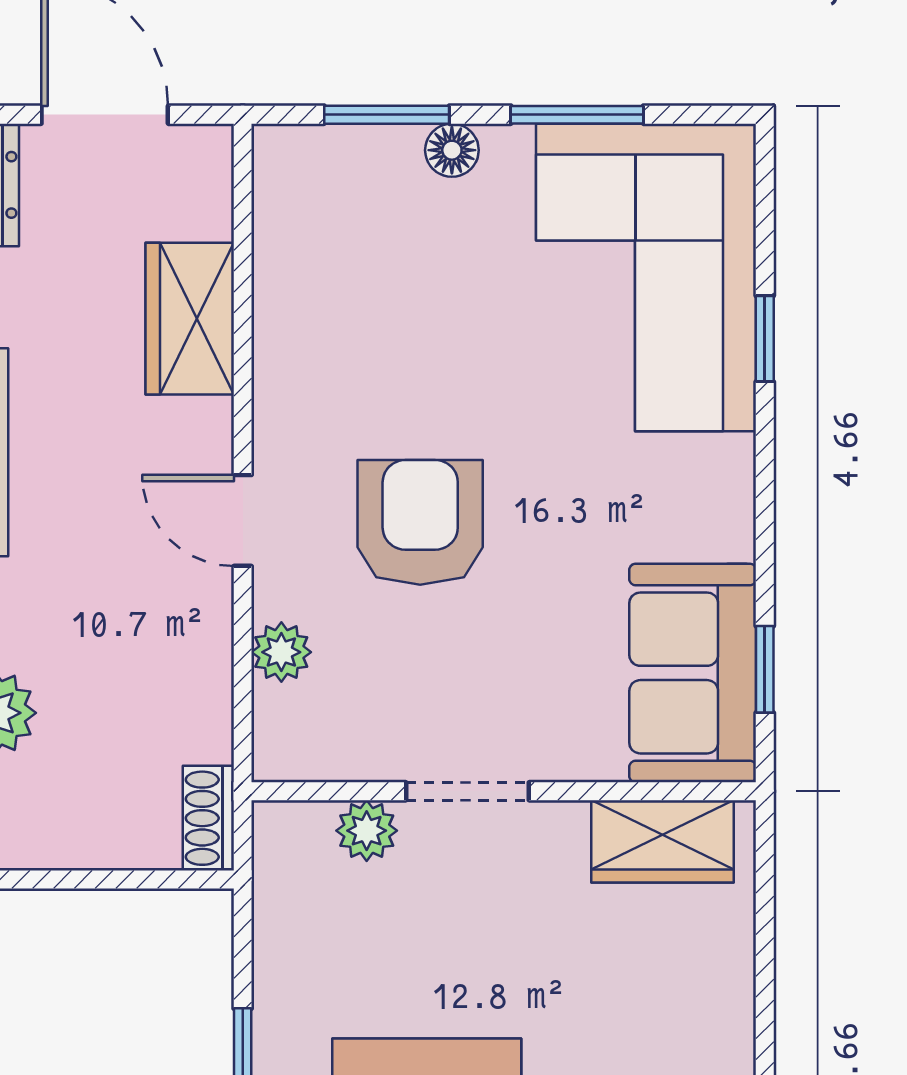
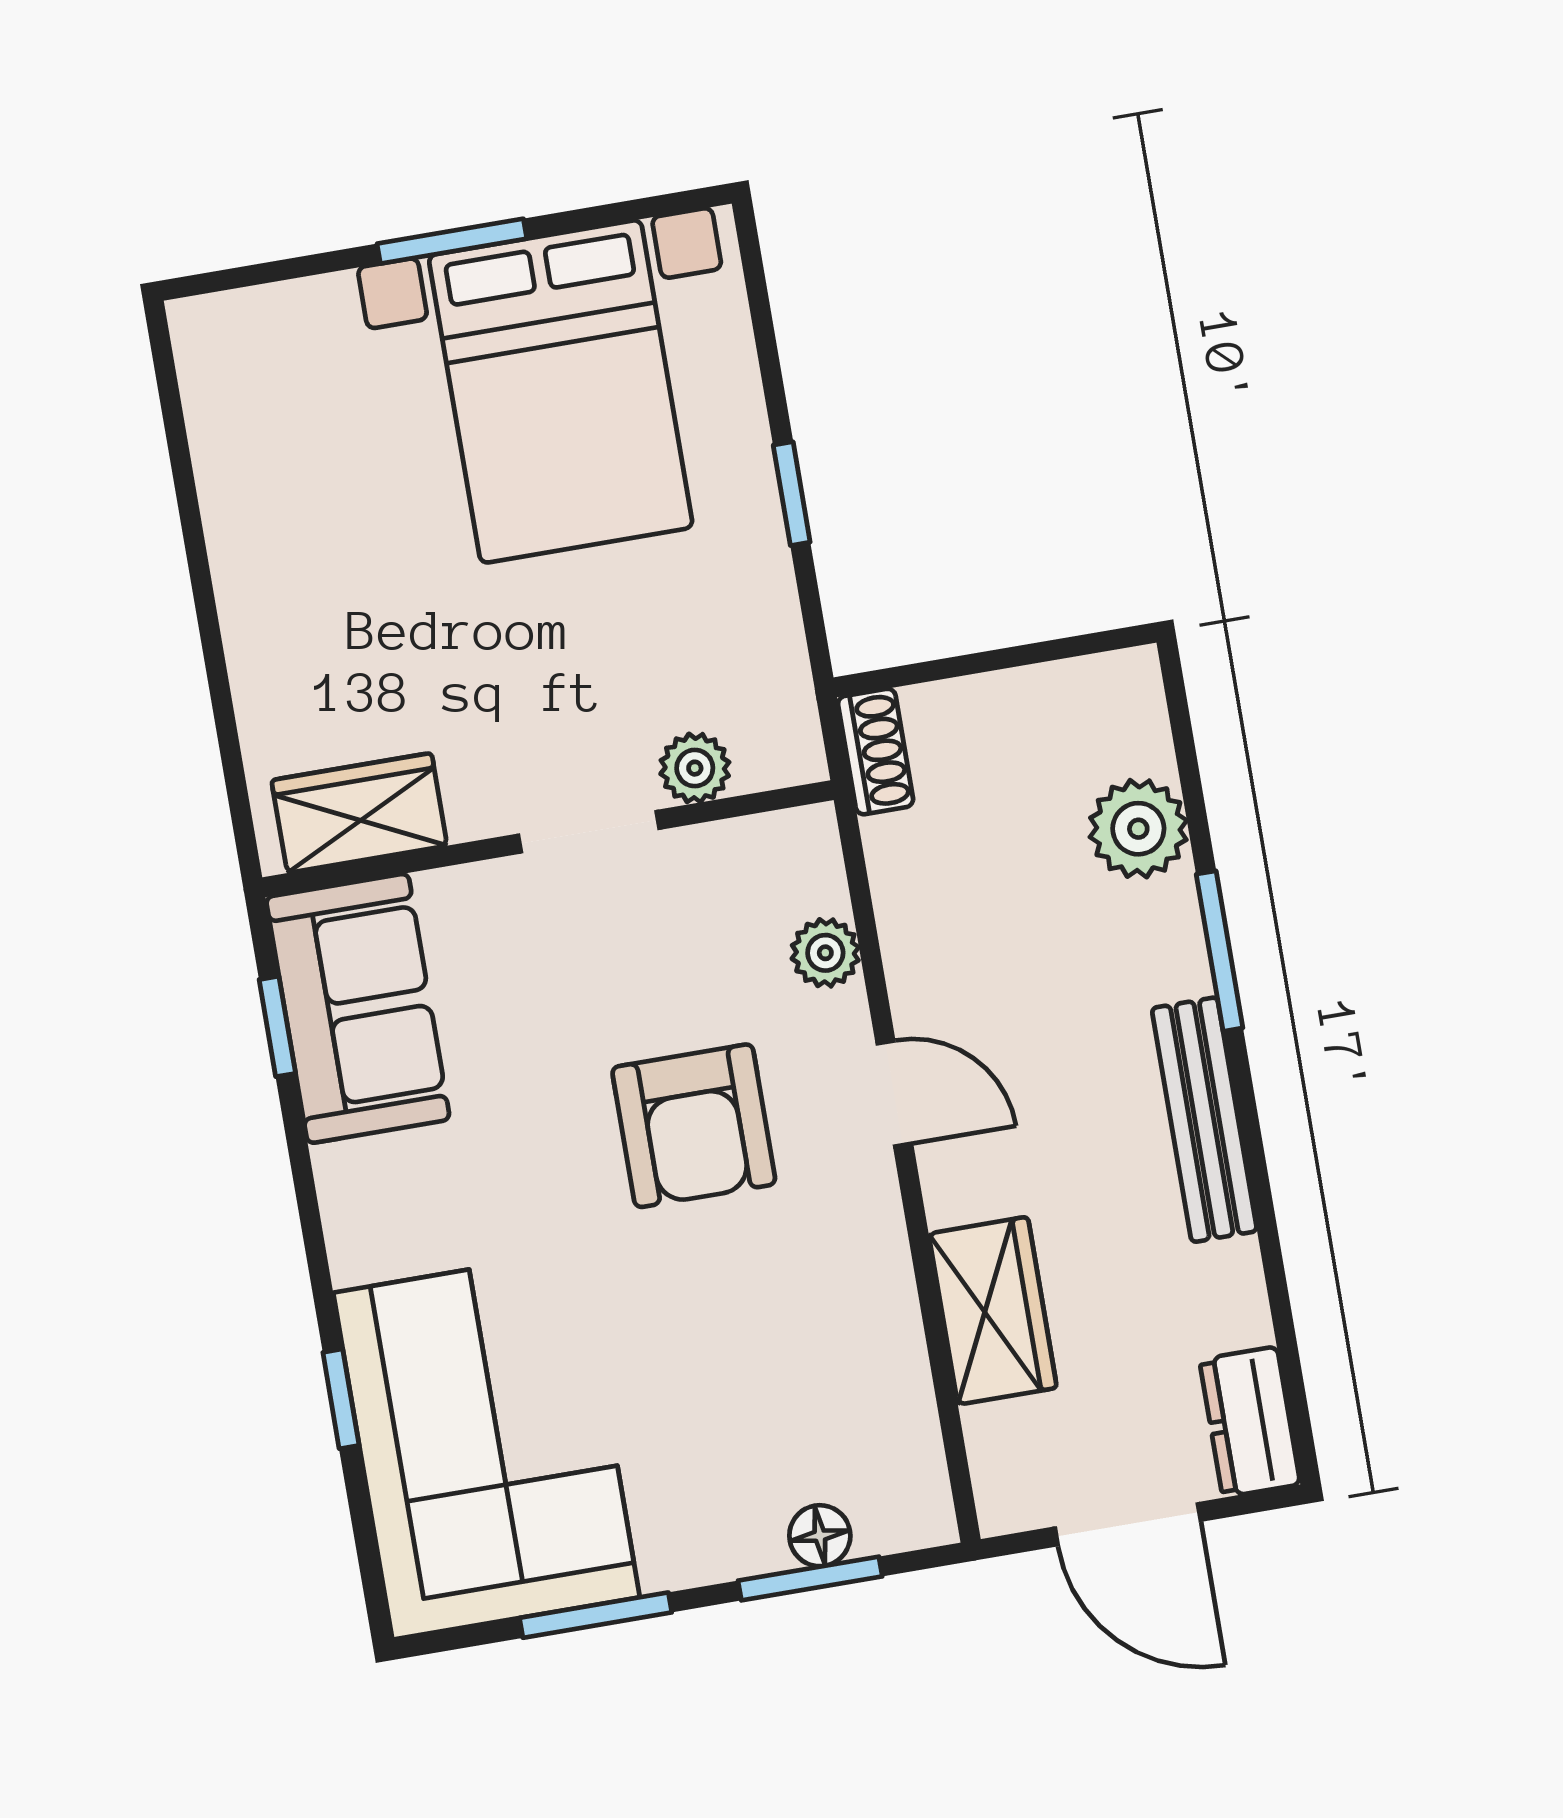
floor lamp: (452, 150) -> (820, 1536), moved

